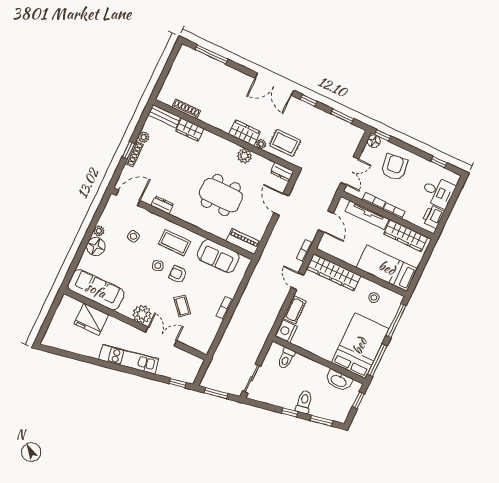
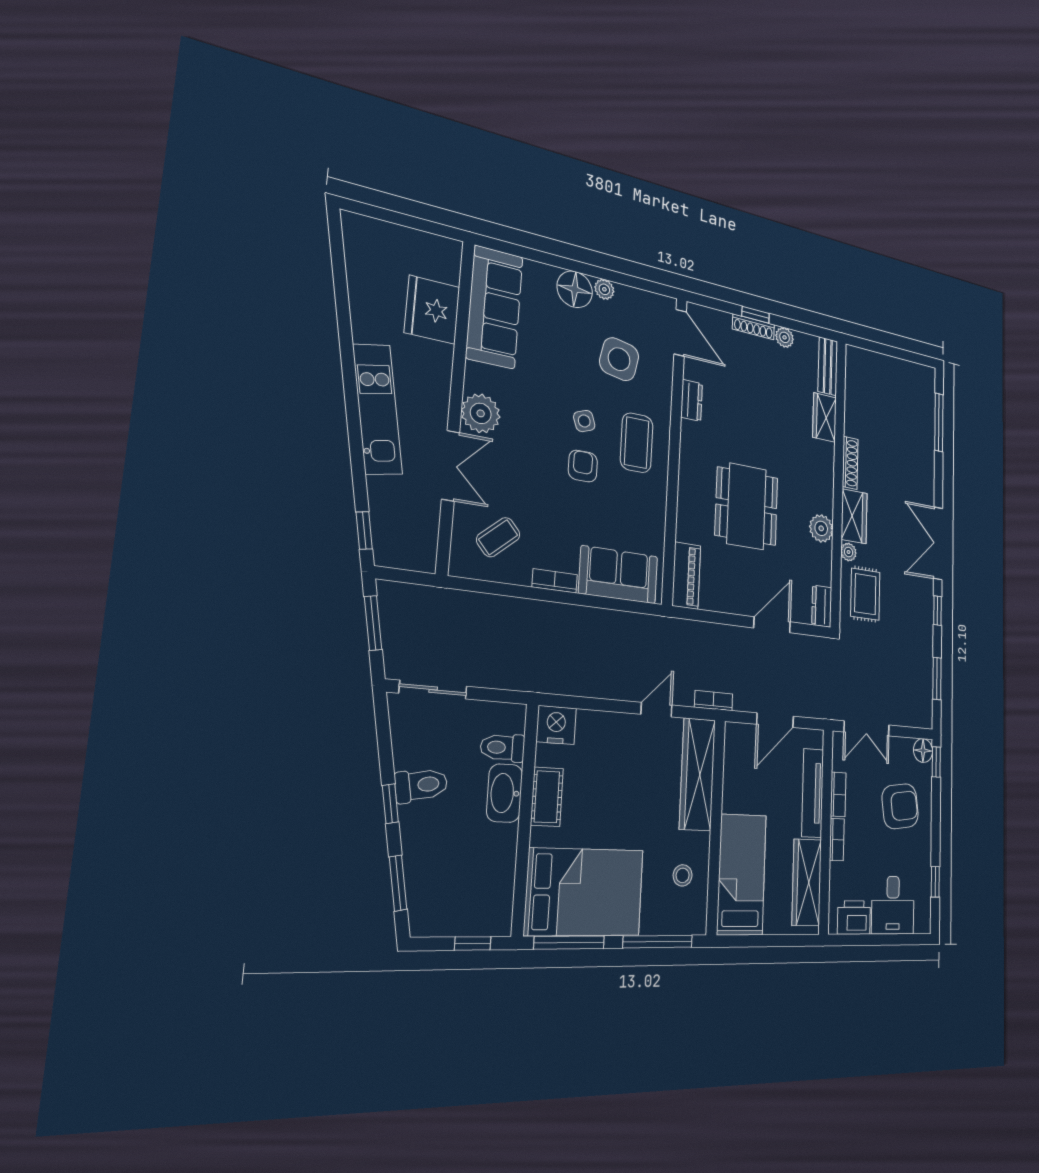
shoe rack: (186, 109) -> (850, 463), moved
side table: (133, 236) -> (619, 359), width x1.87, depth x1.87
sofa: (218, 256) -> (618, 575), moved, turned 90
coffee table: (182, 306) -> (498, 537), moved
cot: (295, 310) -> (547, 797), moved, turned 90
washbasin: (339, 381) -> (505, 793), moved
toilet: (304, 402) -> (421, 785), moved

